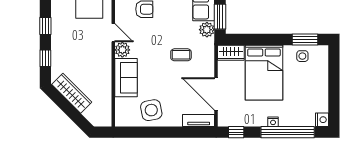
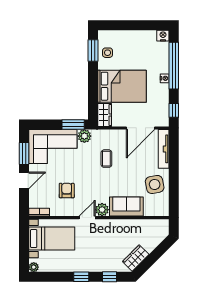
wardrobe: (72, 93) -> (136, 258), width x0.67
tv unit: (199, 120) -> (164, 149), width x1.41

